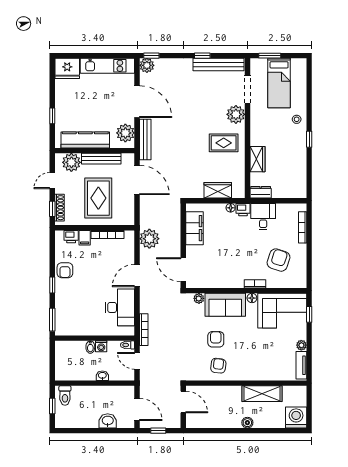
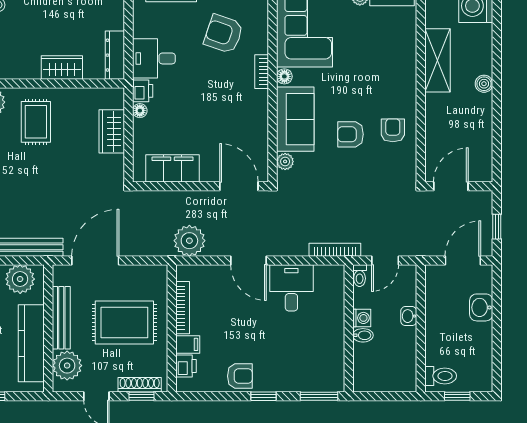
dresser: (261, 192) -> (115, 55), width x1.44
door: (183, 270) -> (239, 186), swing flipped
desk: (120, 307) -> (291, 288), width x0.73
armchair: (218, 366) -> (393, 130), turned 83

